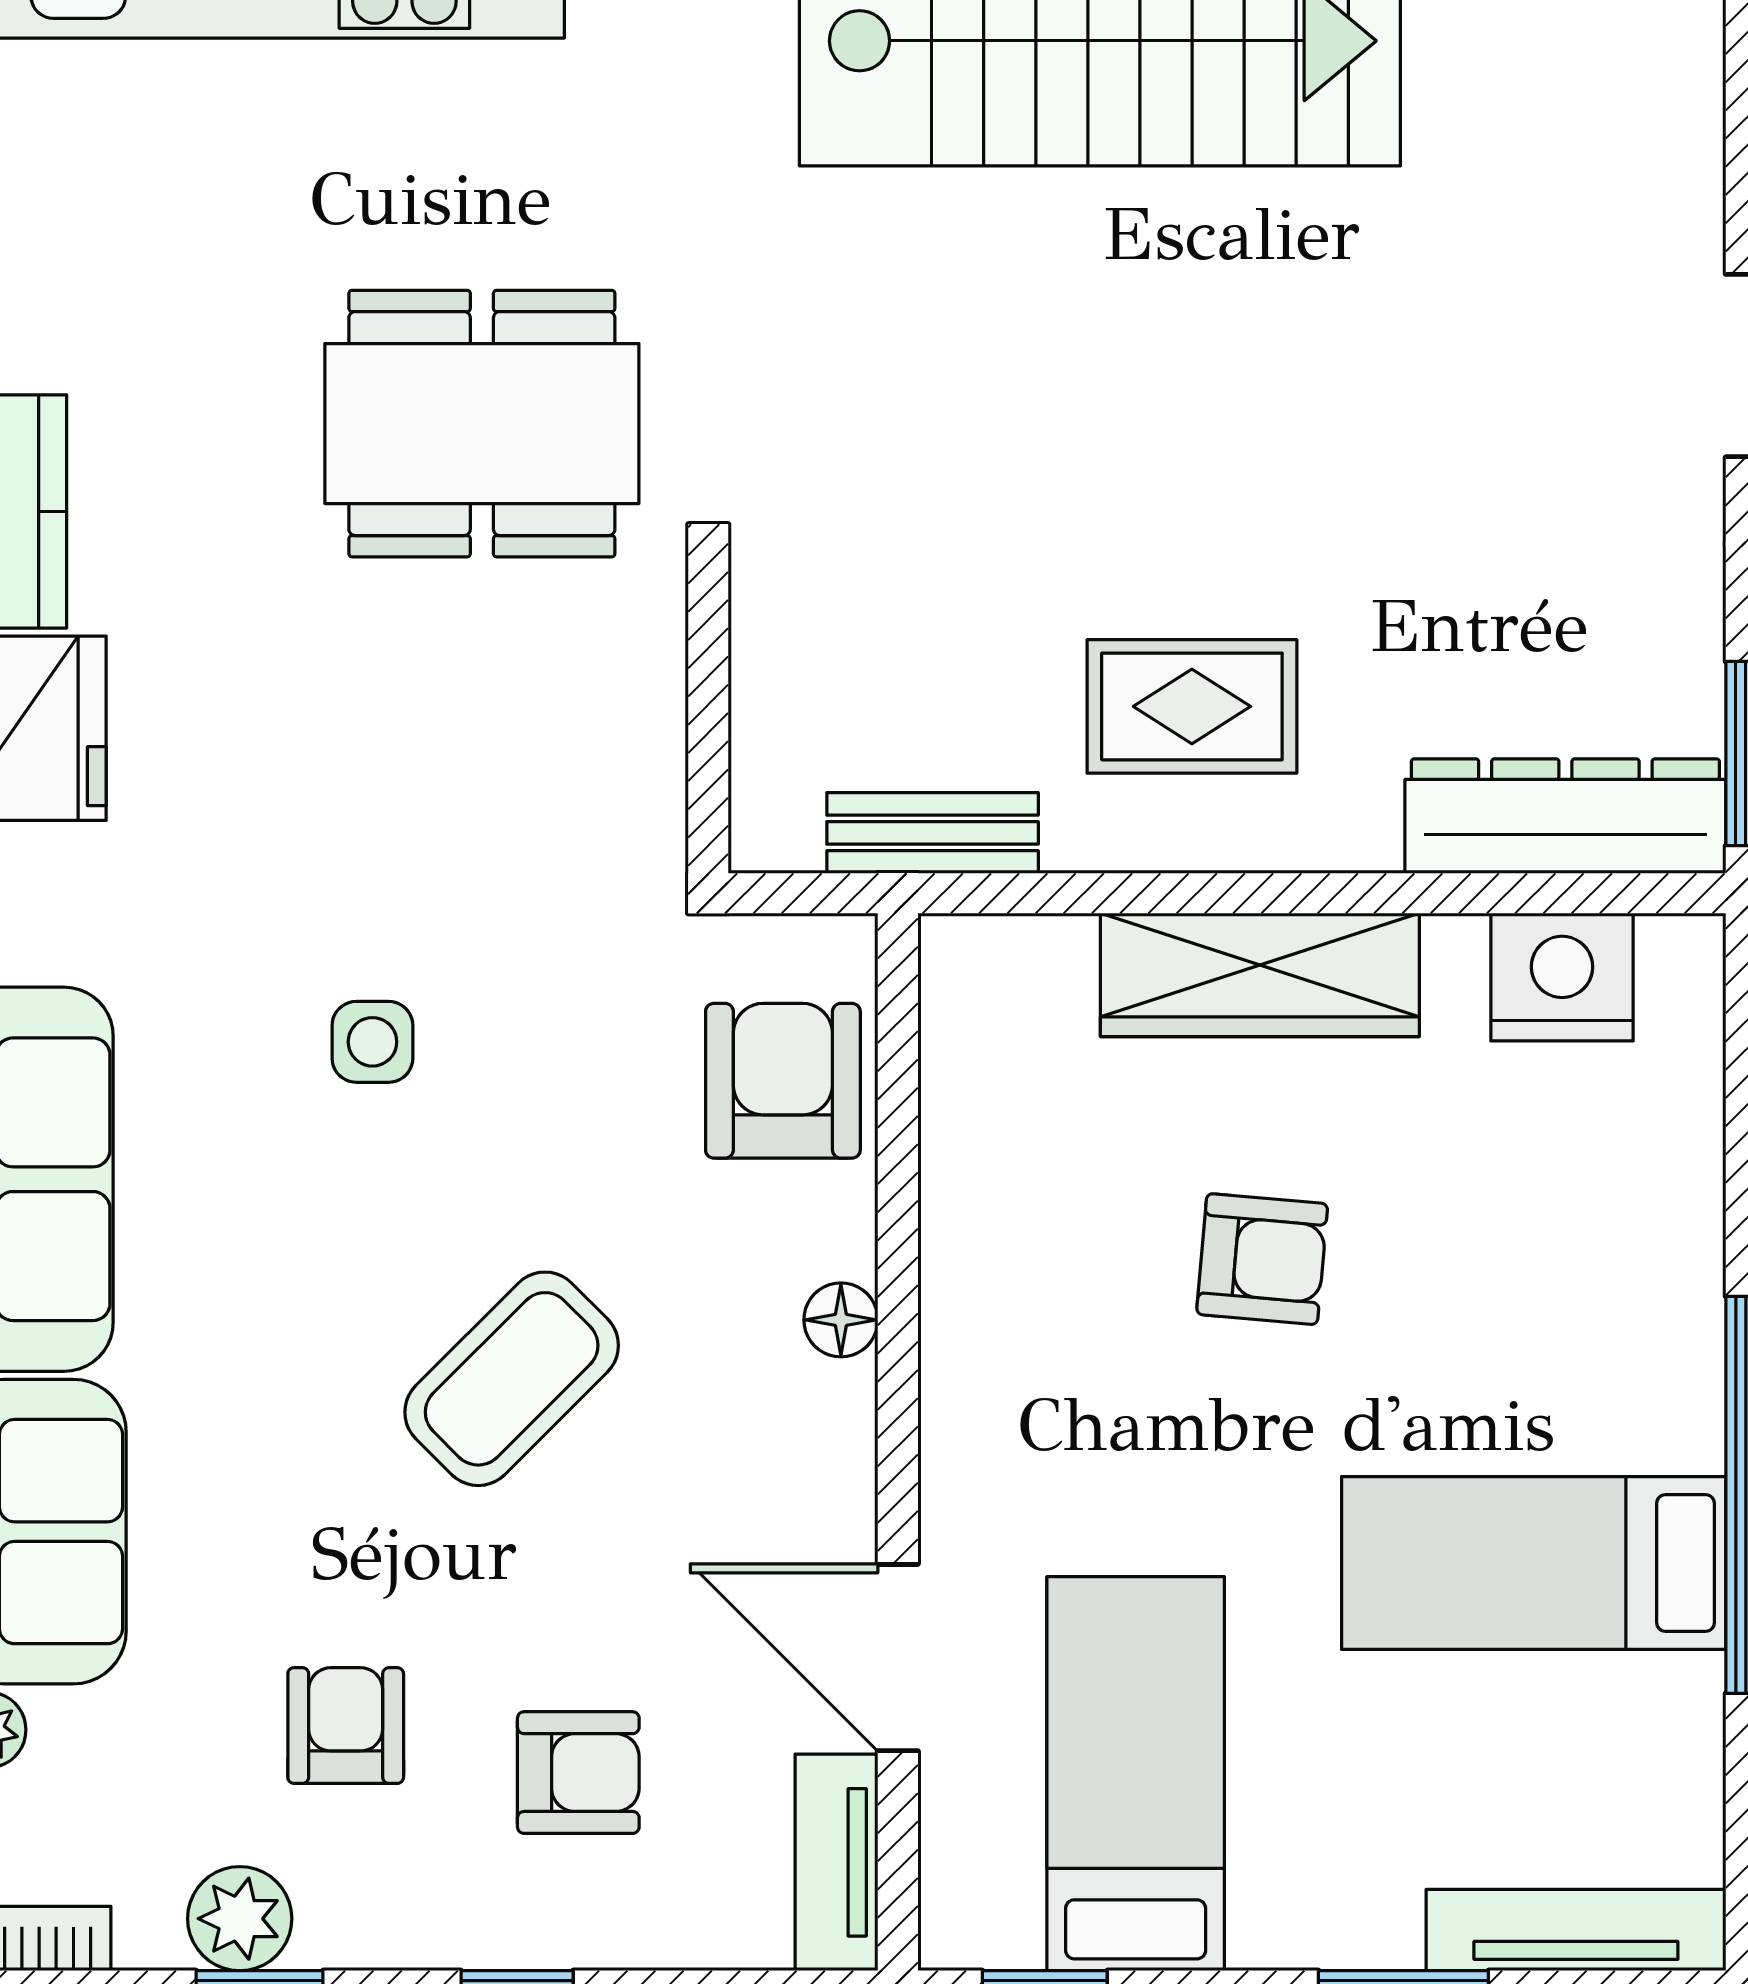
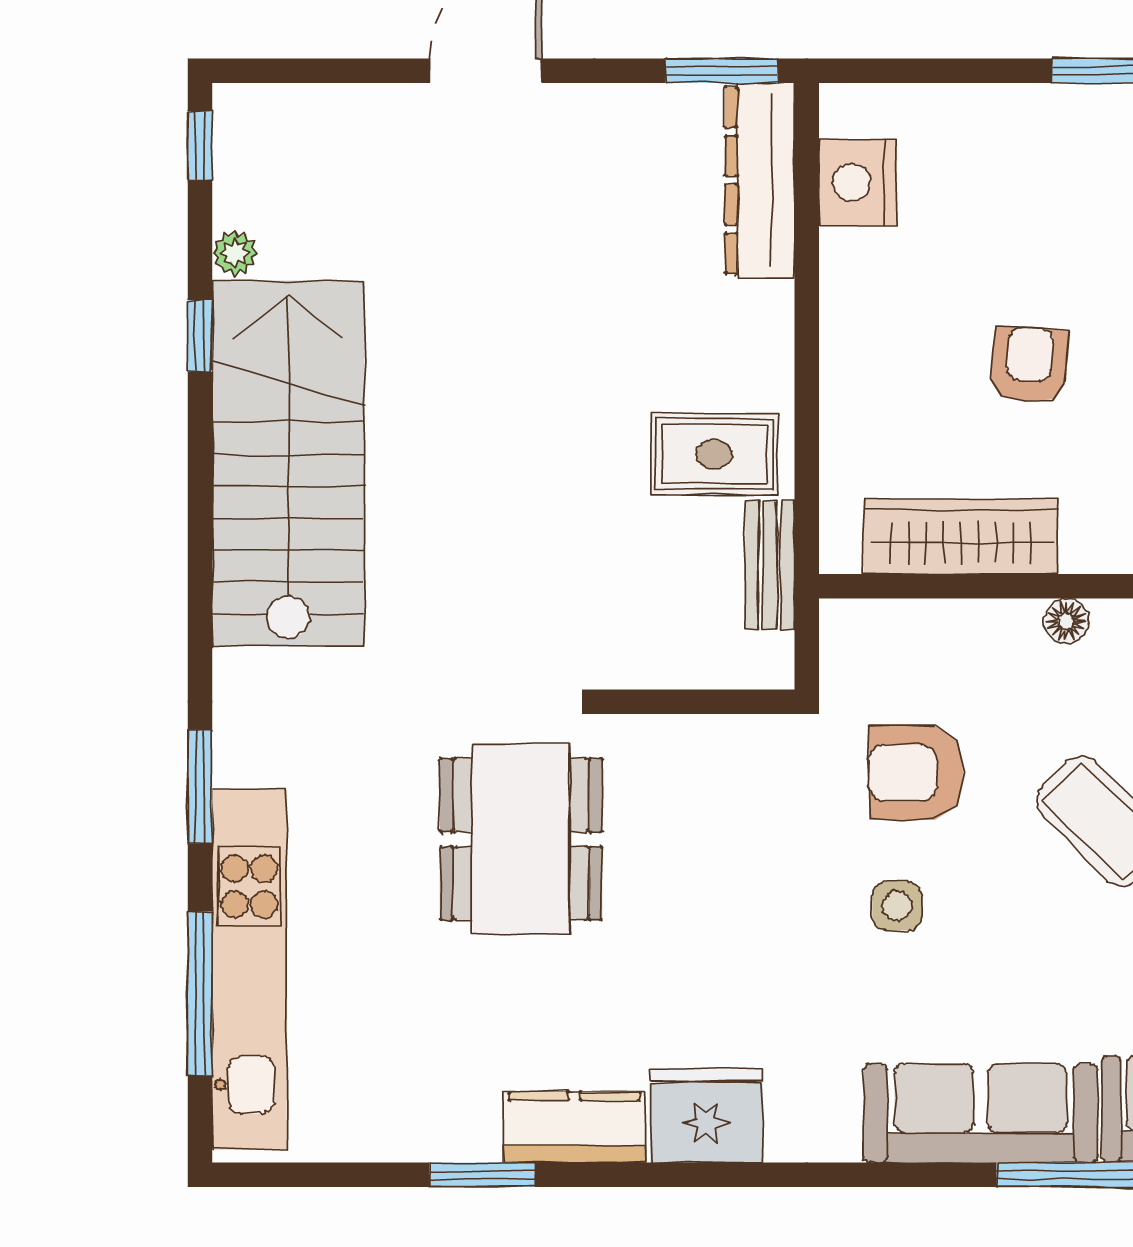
rug: (1192, 706) -> (714, 454), moved, turned 90
wardrobe: (1260, 975) -> (961, 537), moved, turned -90
armchair: (783, 1081) -> (916, 773), moved

